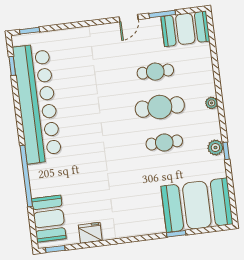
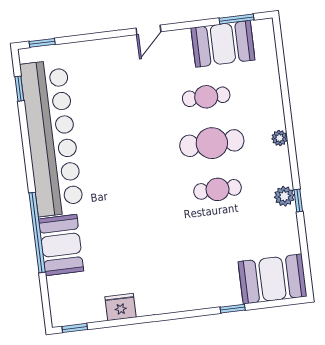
window: (162, 14) -> (236, 19), moved
door: (129, 18) -> (148, 30), moved
booth: (185, 29) -> (223, 44), moved
booth: (197, 205) -> (272, 279), width x0.73, depth x0.70
booth: (49, 219) -> (61, 245), moved

